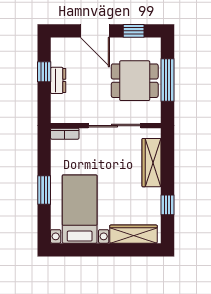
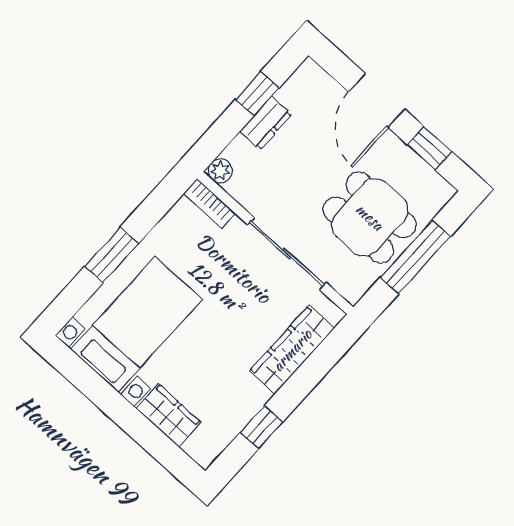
plant: (57, 117) -> (220, 171), added
wardrobe: (133, 234) -> (168, 415), width x0.67

